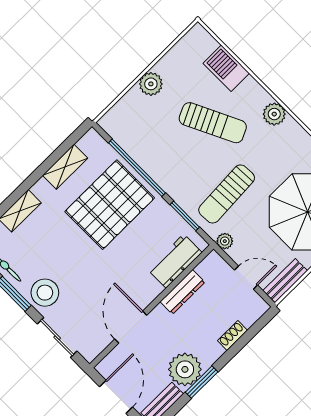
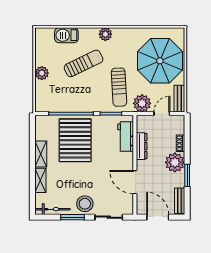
shelving: (65, 167) -> (41, 154), moved
plant: (225, 241) -> (142, 103), width x1.88, depth x1.88
plant: (185, 369) -> (175, 162), moved

